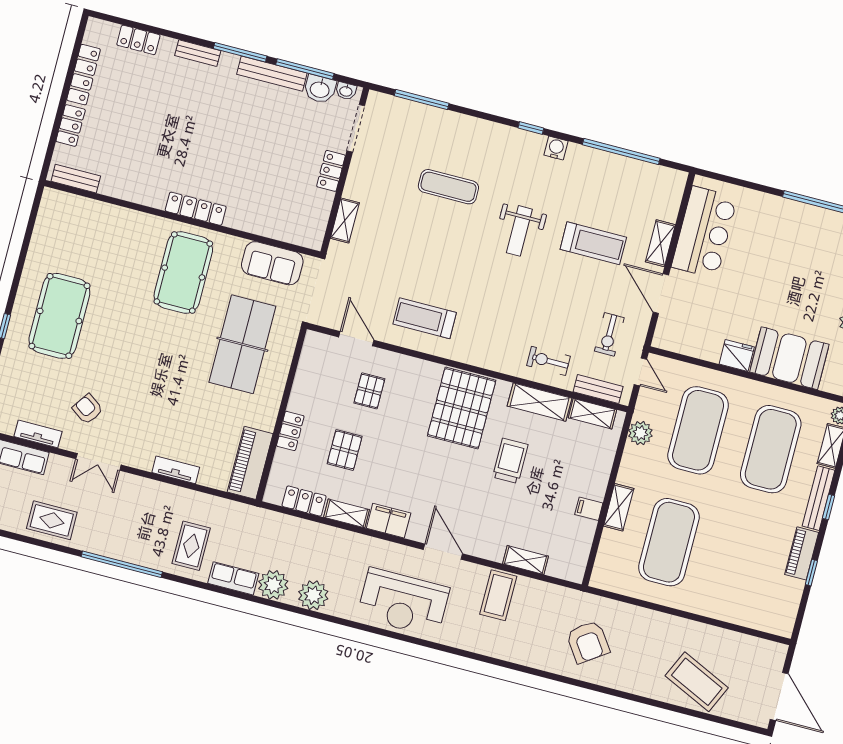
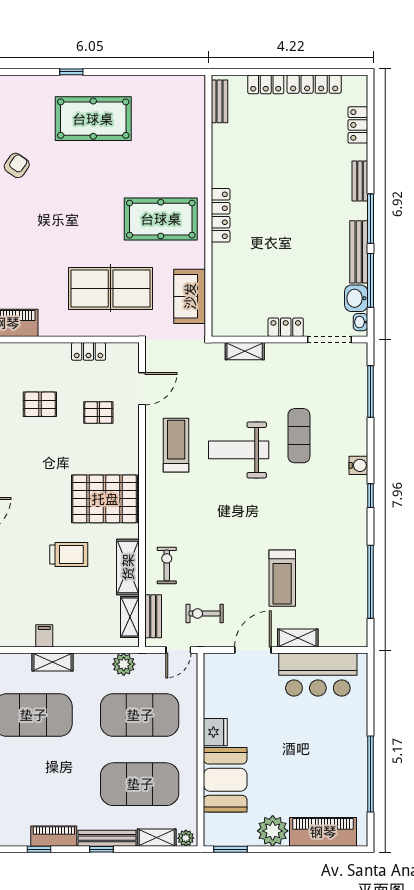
water cooler: (556, 148) -> (358, 465), moved
weight bench: (519, 231) -> (239, 450), moved, width x1.36, depth x1.33
locker: (290, 431) -> (89, 351), moved

